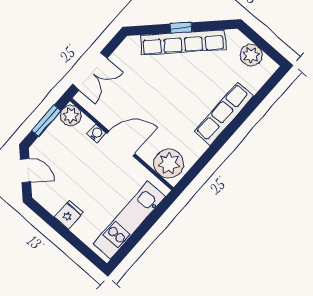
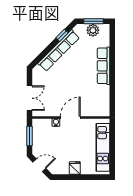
window: (181, 28) -> (62, 35), moved
window: (262, 44) -> (93, 21), added
plant: (71, 115) -> (38, 124), removed
plant: (169, 164) -> (98, 108), removed

